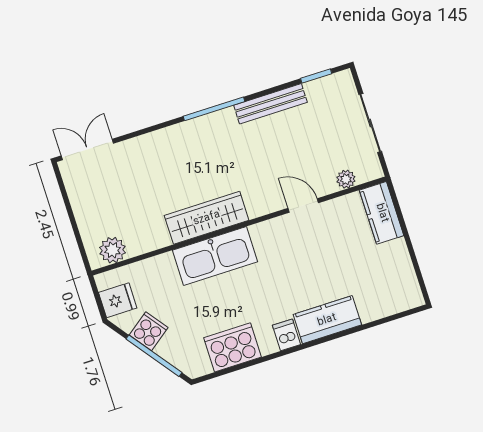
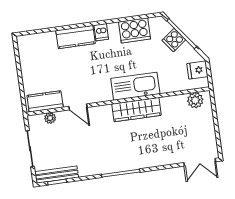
bench: (270, 104) -> (57, 175), moved
kitchen counter: (382, 213) -> (45, 101), moved, turned -90
cooker: (149, 331) -> (174, 40), moved

